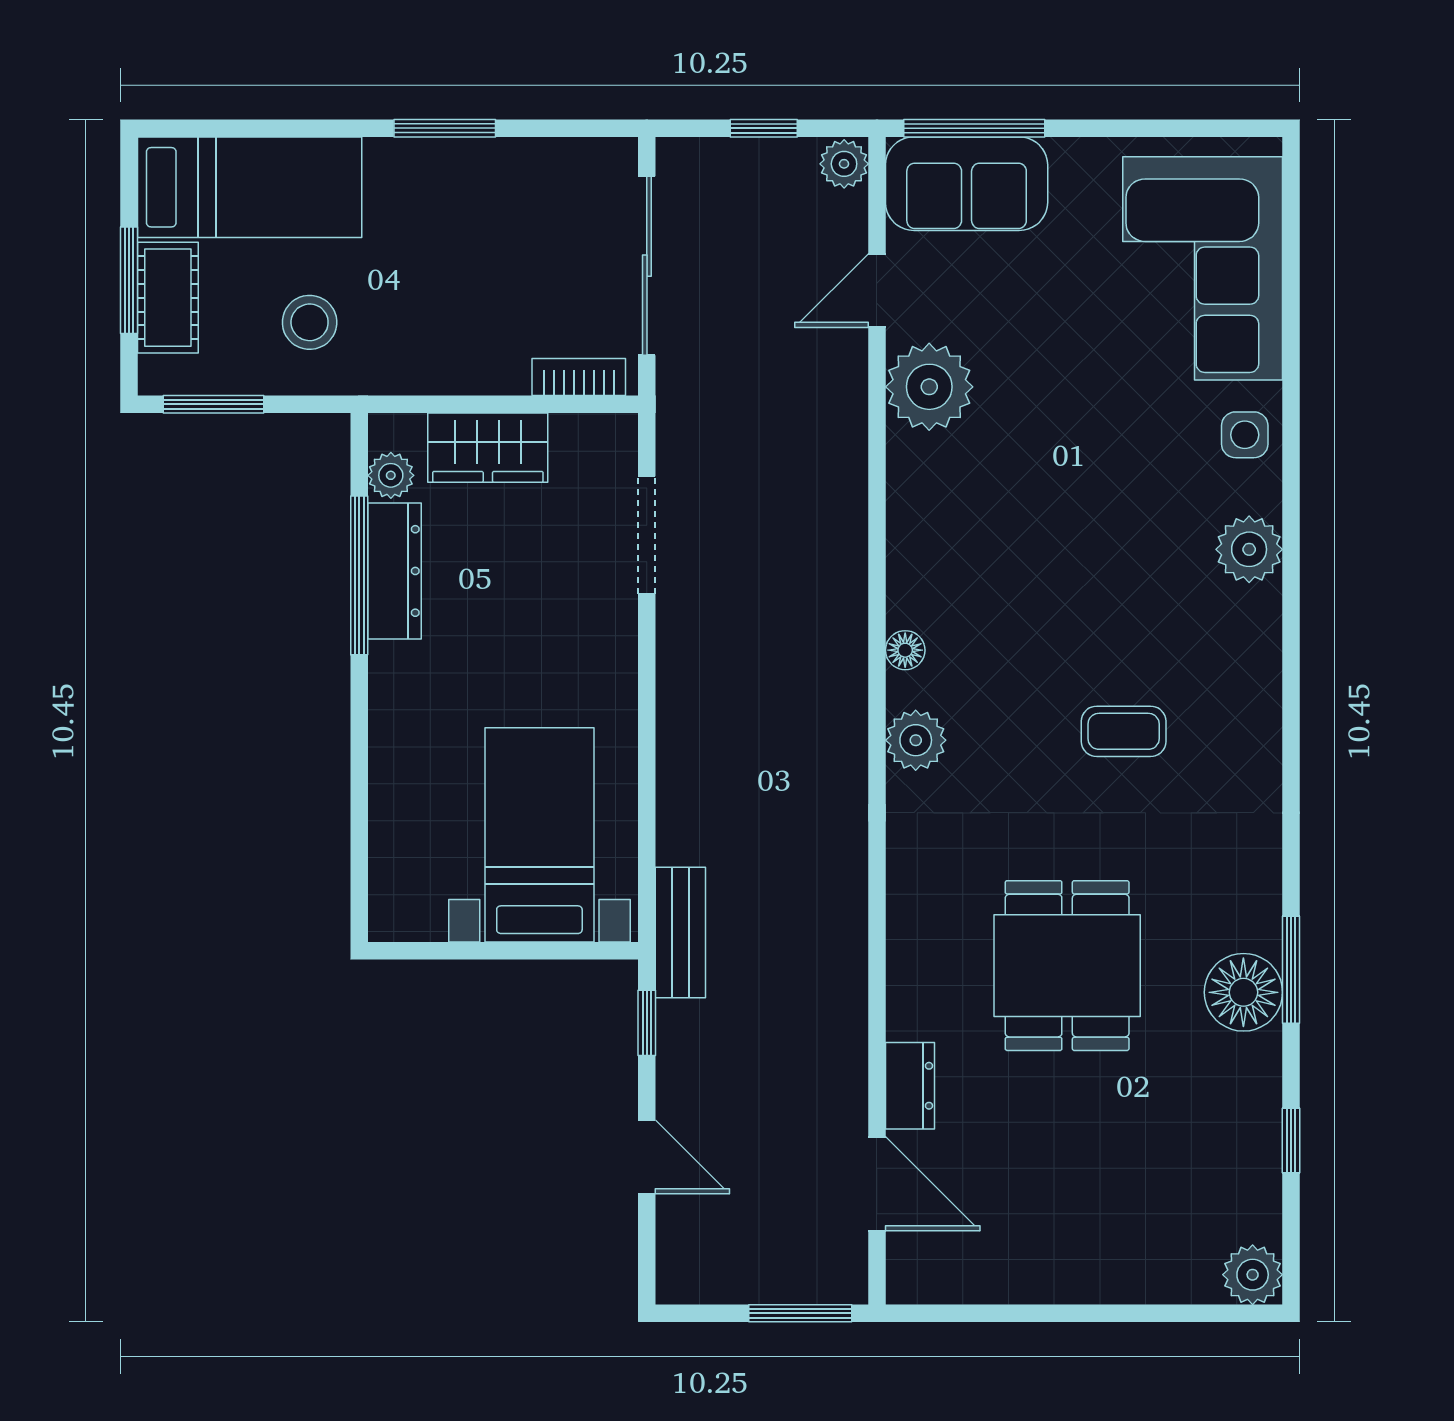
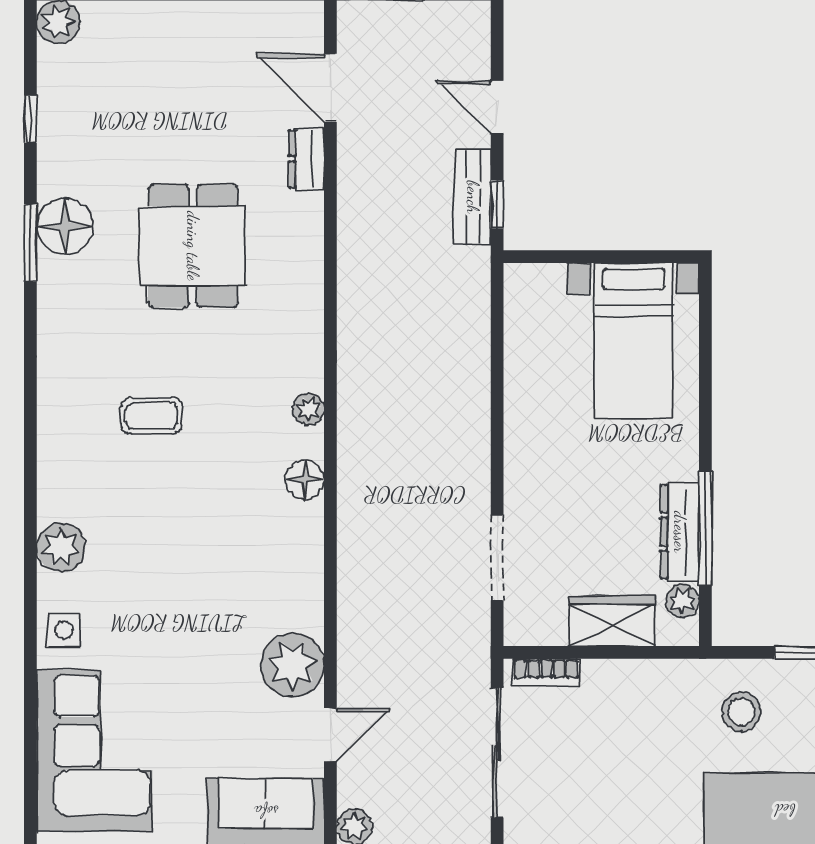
floor lamp: (905, 650) -> (305, 480), width x1.37, depth x1.37
plant: (916, 740) -> (308, 409), width x0.73, depth x0.73
bed with nightstands: (539, 835) -> (633, 340), moved
bench: (680, 932) -> (473, 197), moved

